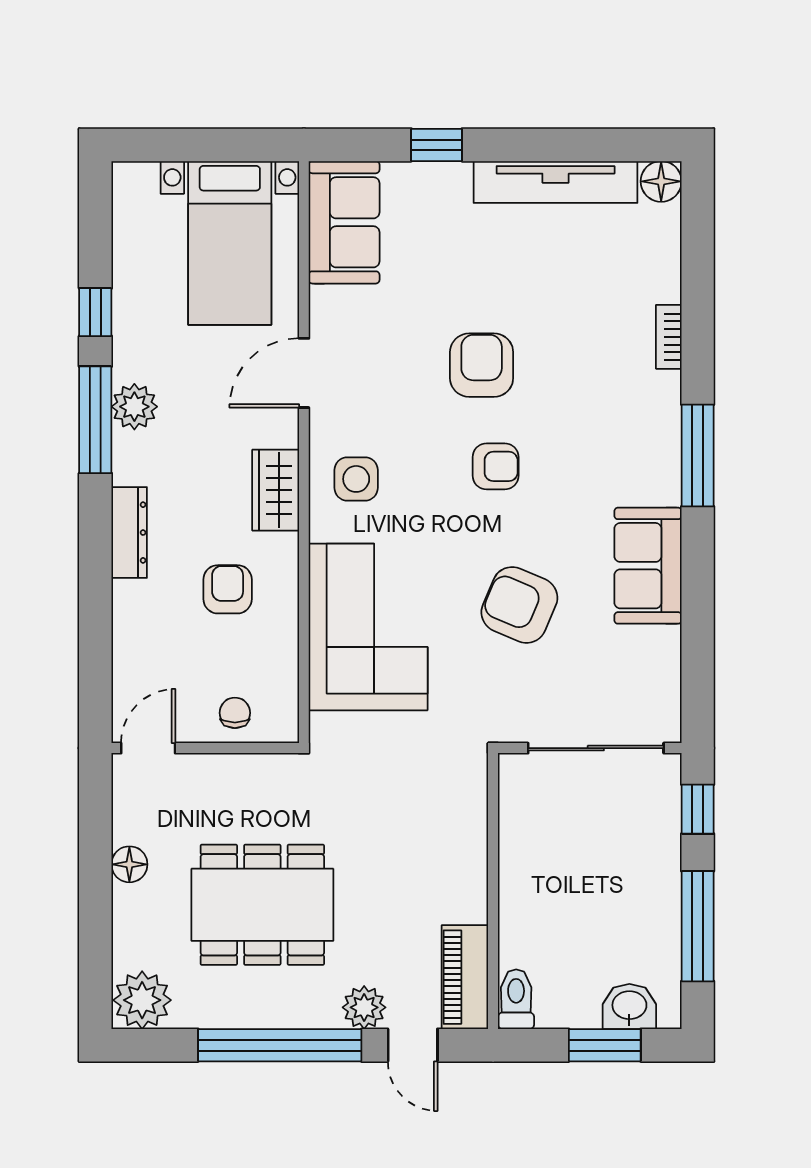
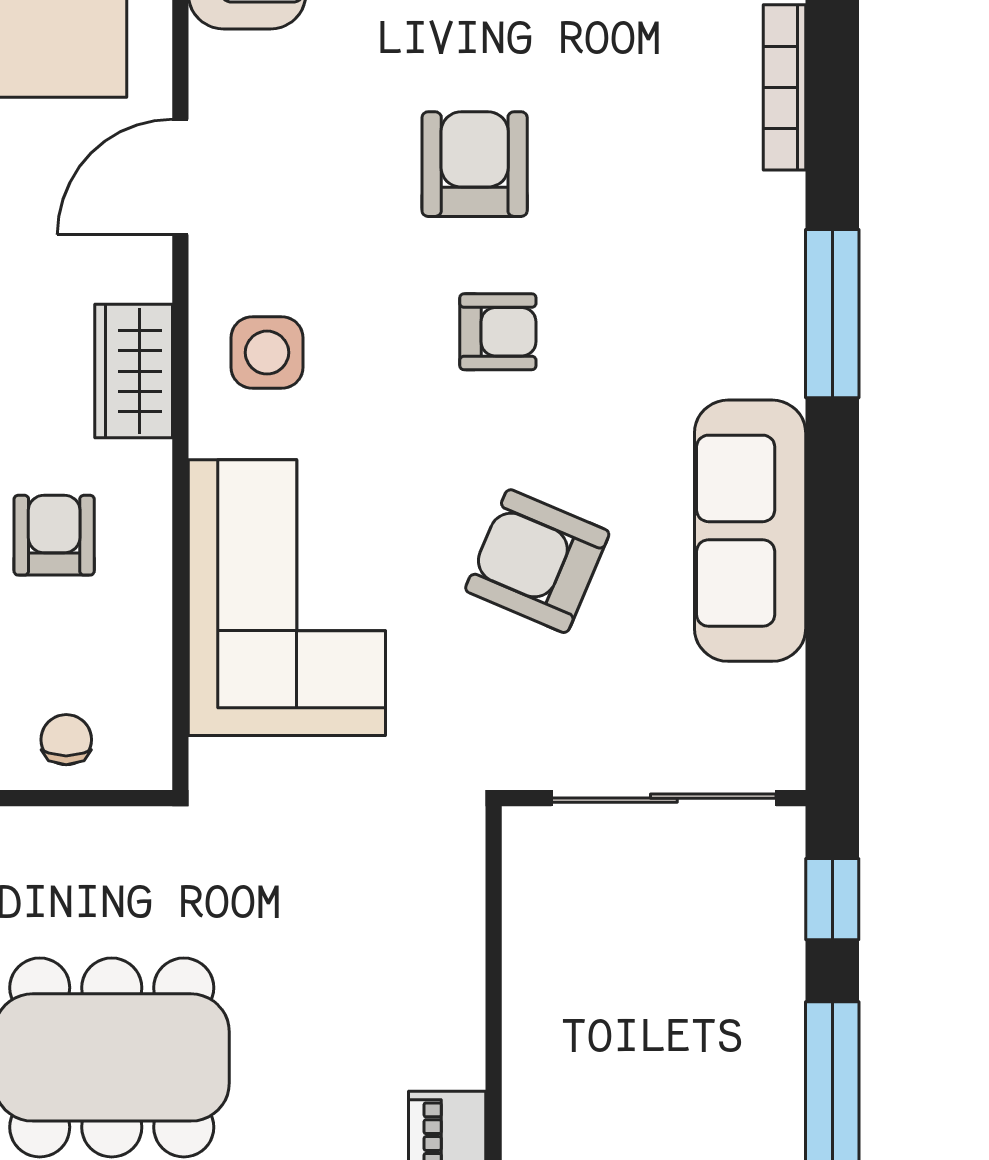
bookcase: (669, 337) -> (784, 87), width x1.56
sofa: (648, 566) -> (750, 531), width x1.36

